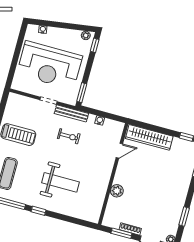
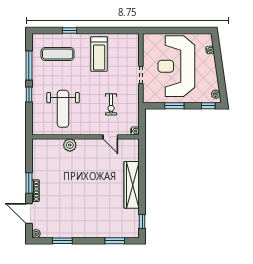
window: (82, 93) -> (174, 106), moved
bench: (71, 113) -> (134, 101), removed
door: (119, 151) -> (110, 137), moved
wall: (113, 174) -> (85, 137), moved
plant: (117, 191) -> (70, 145), moved

